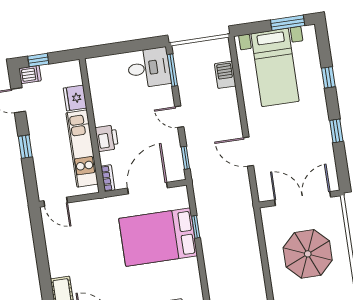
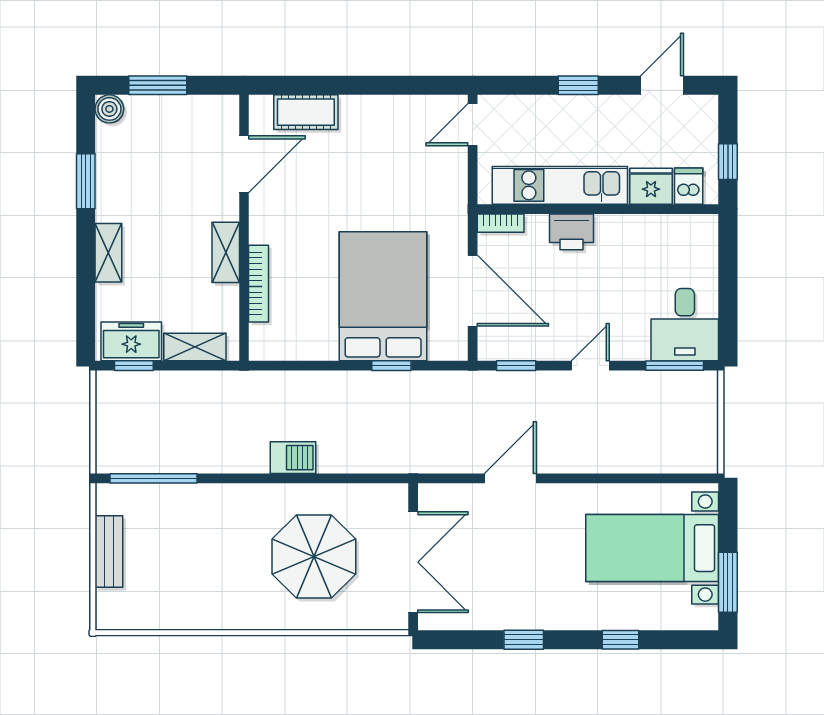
window: (38, 60) -> (728, 162), moved
dishwasher: (30, 75) -> (689, 186), moved, turned 180
barbecue: (225, 75) -> (293, 458), moved

